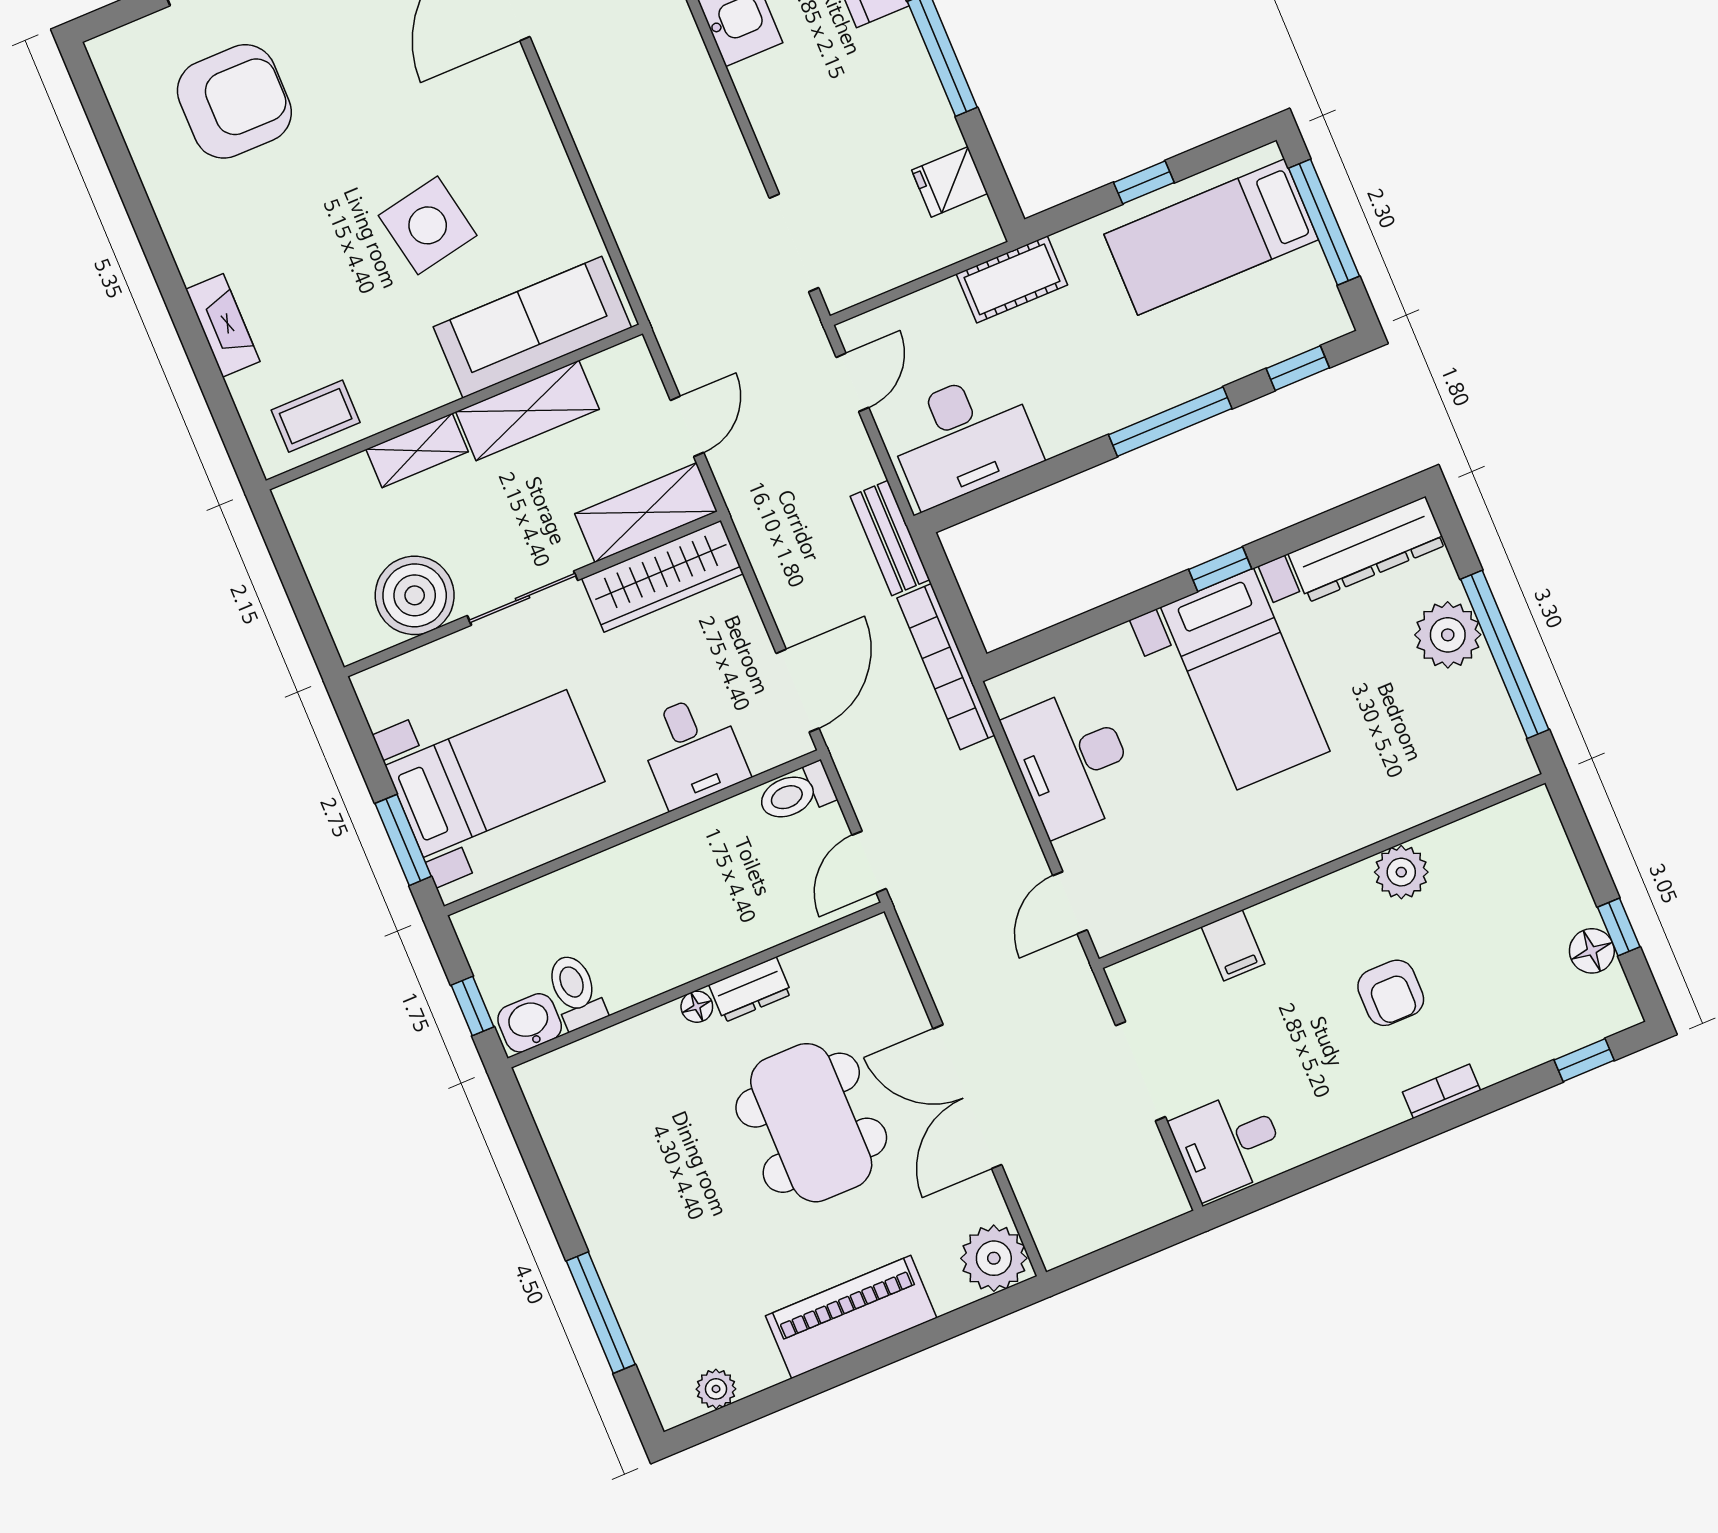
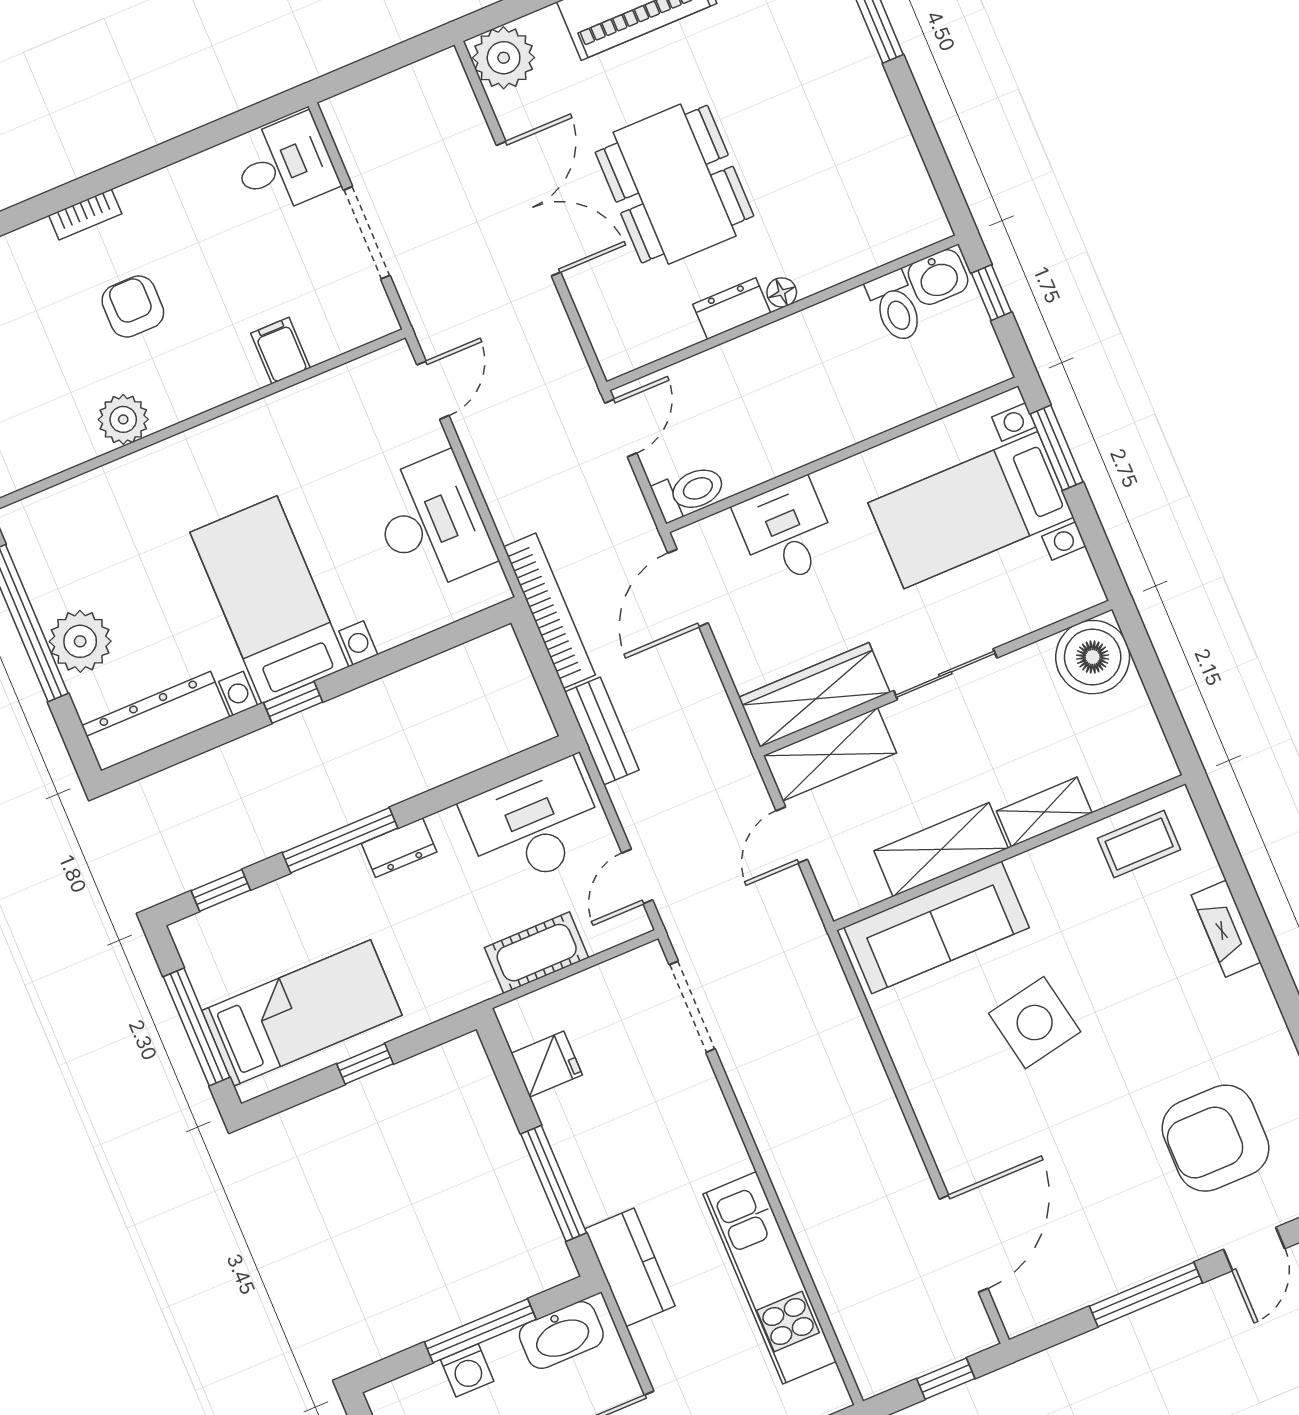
cot: (1012, 279) -> (537, 953), moved
dresser: (1107, 414) -> (399, 848), added
boiler: (415, 595) -> (1093, 657), moved

